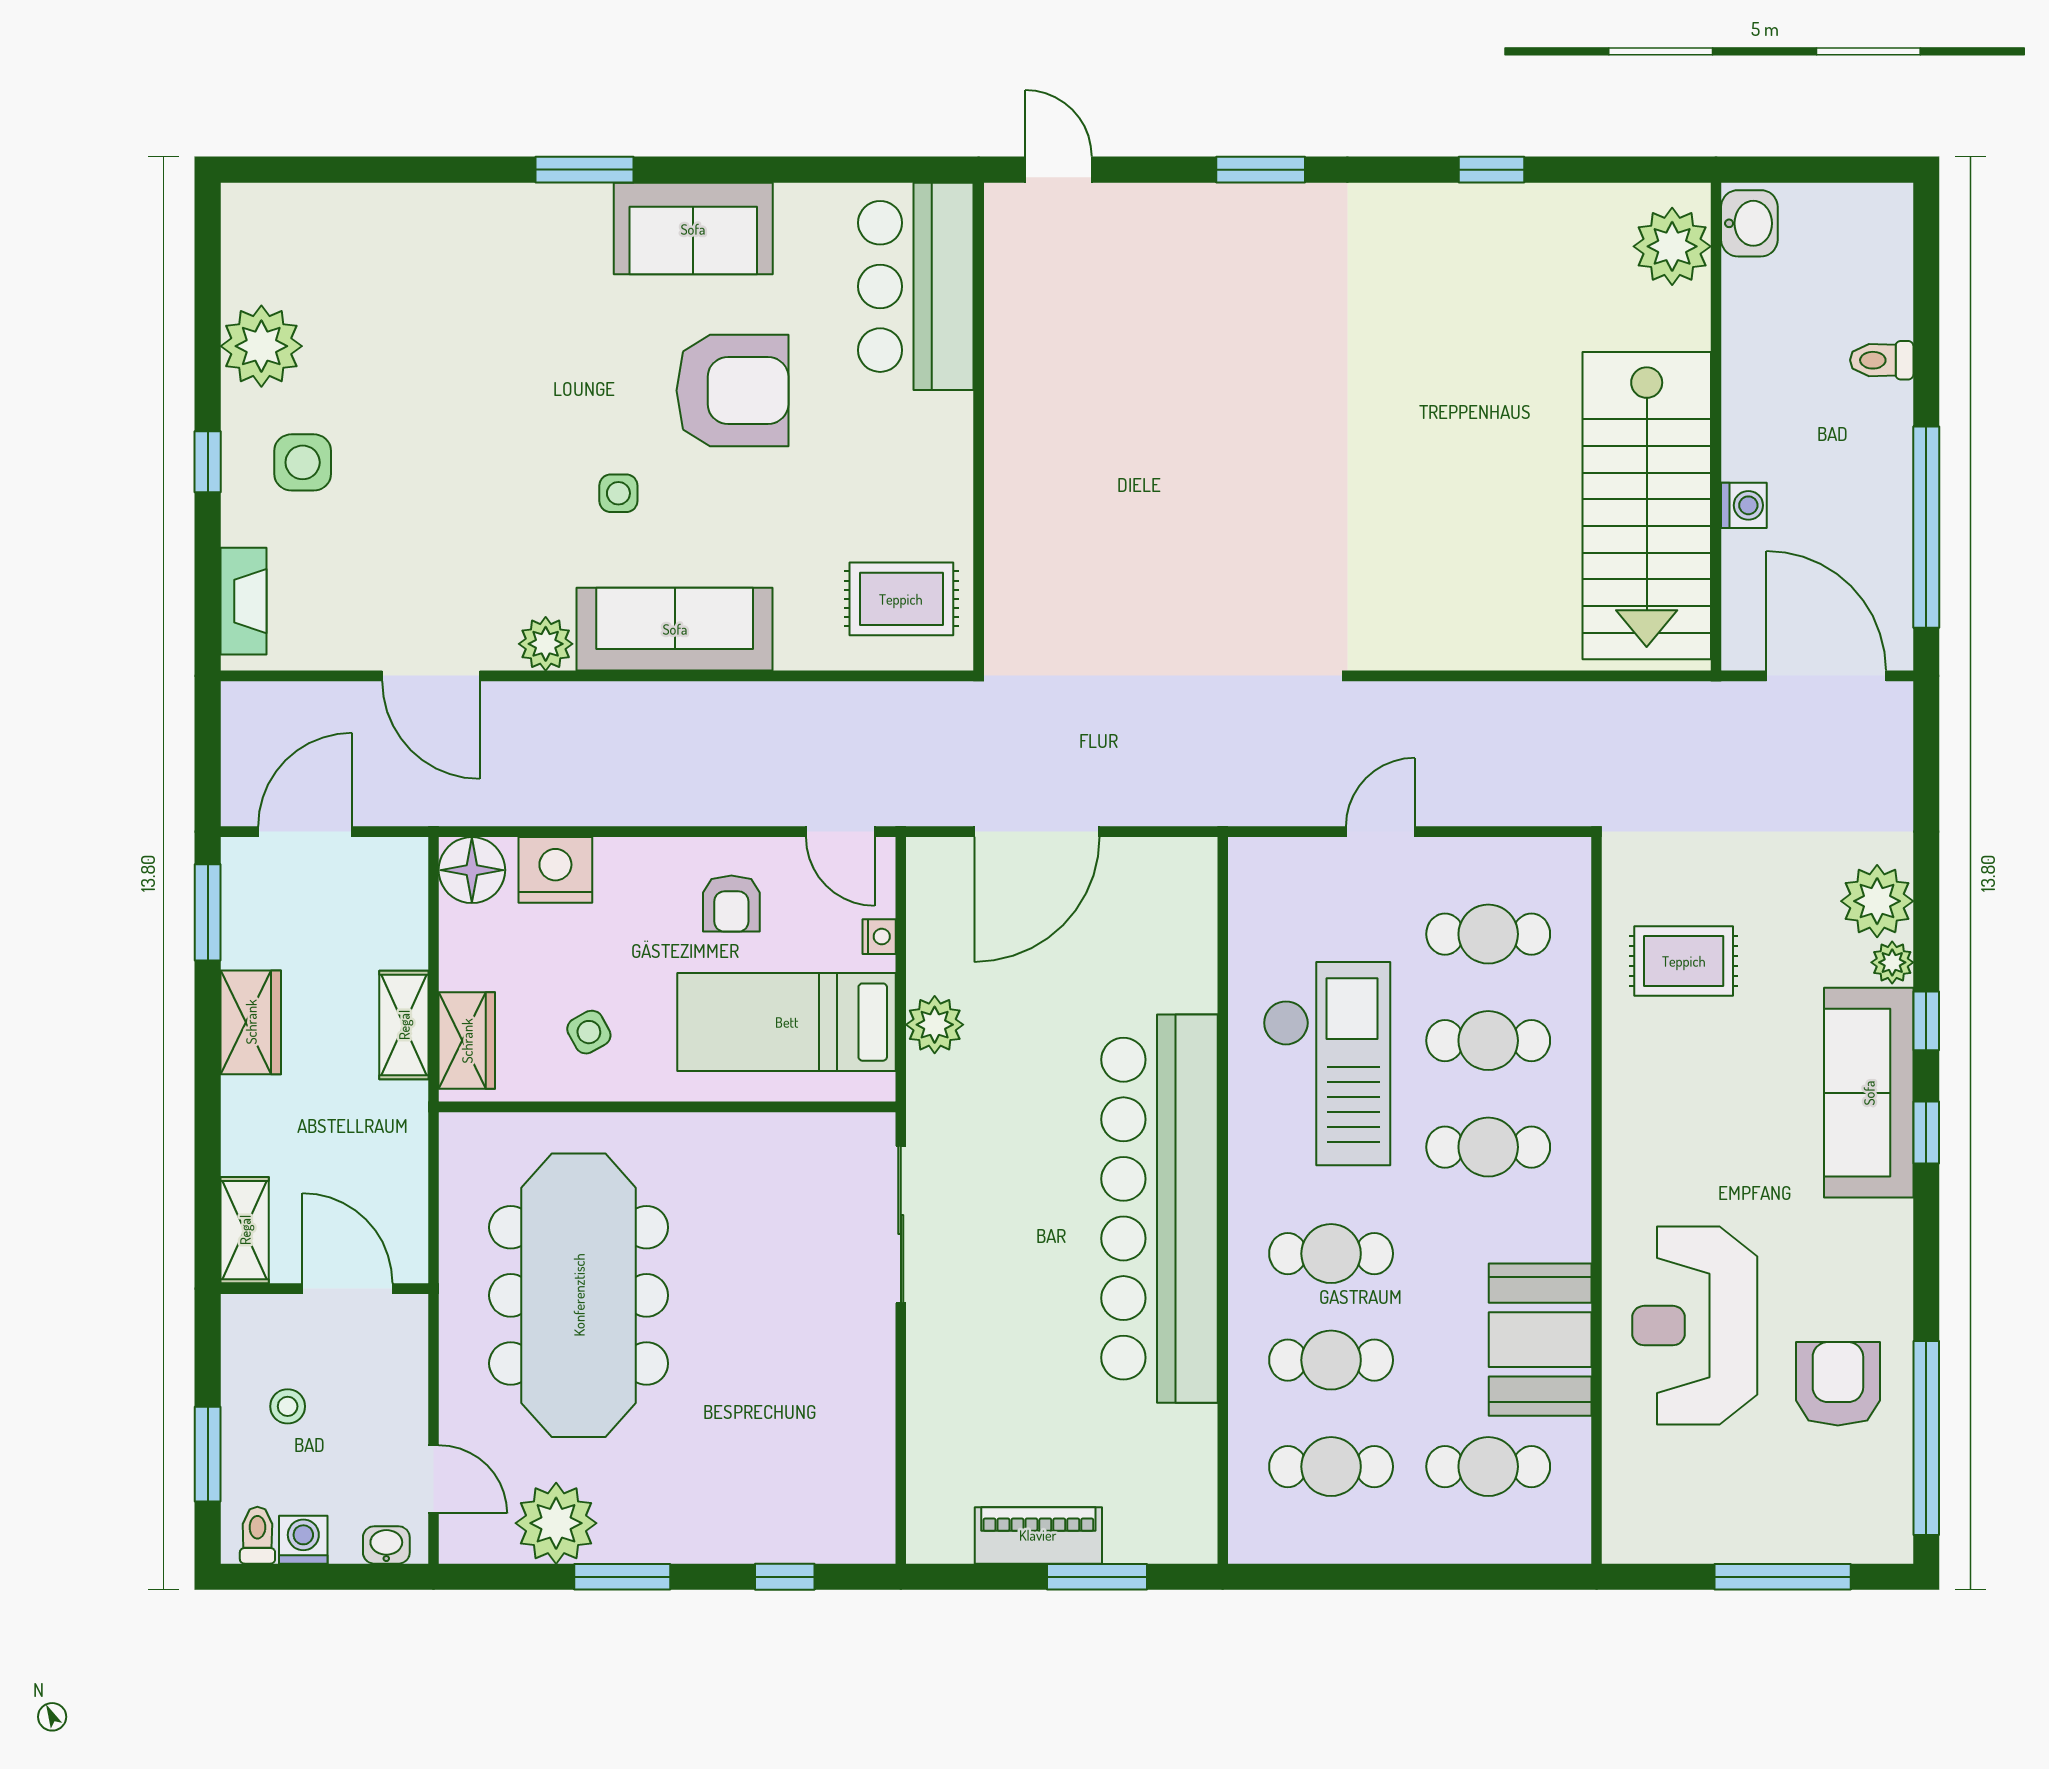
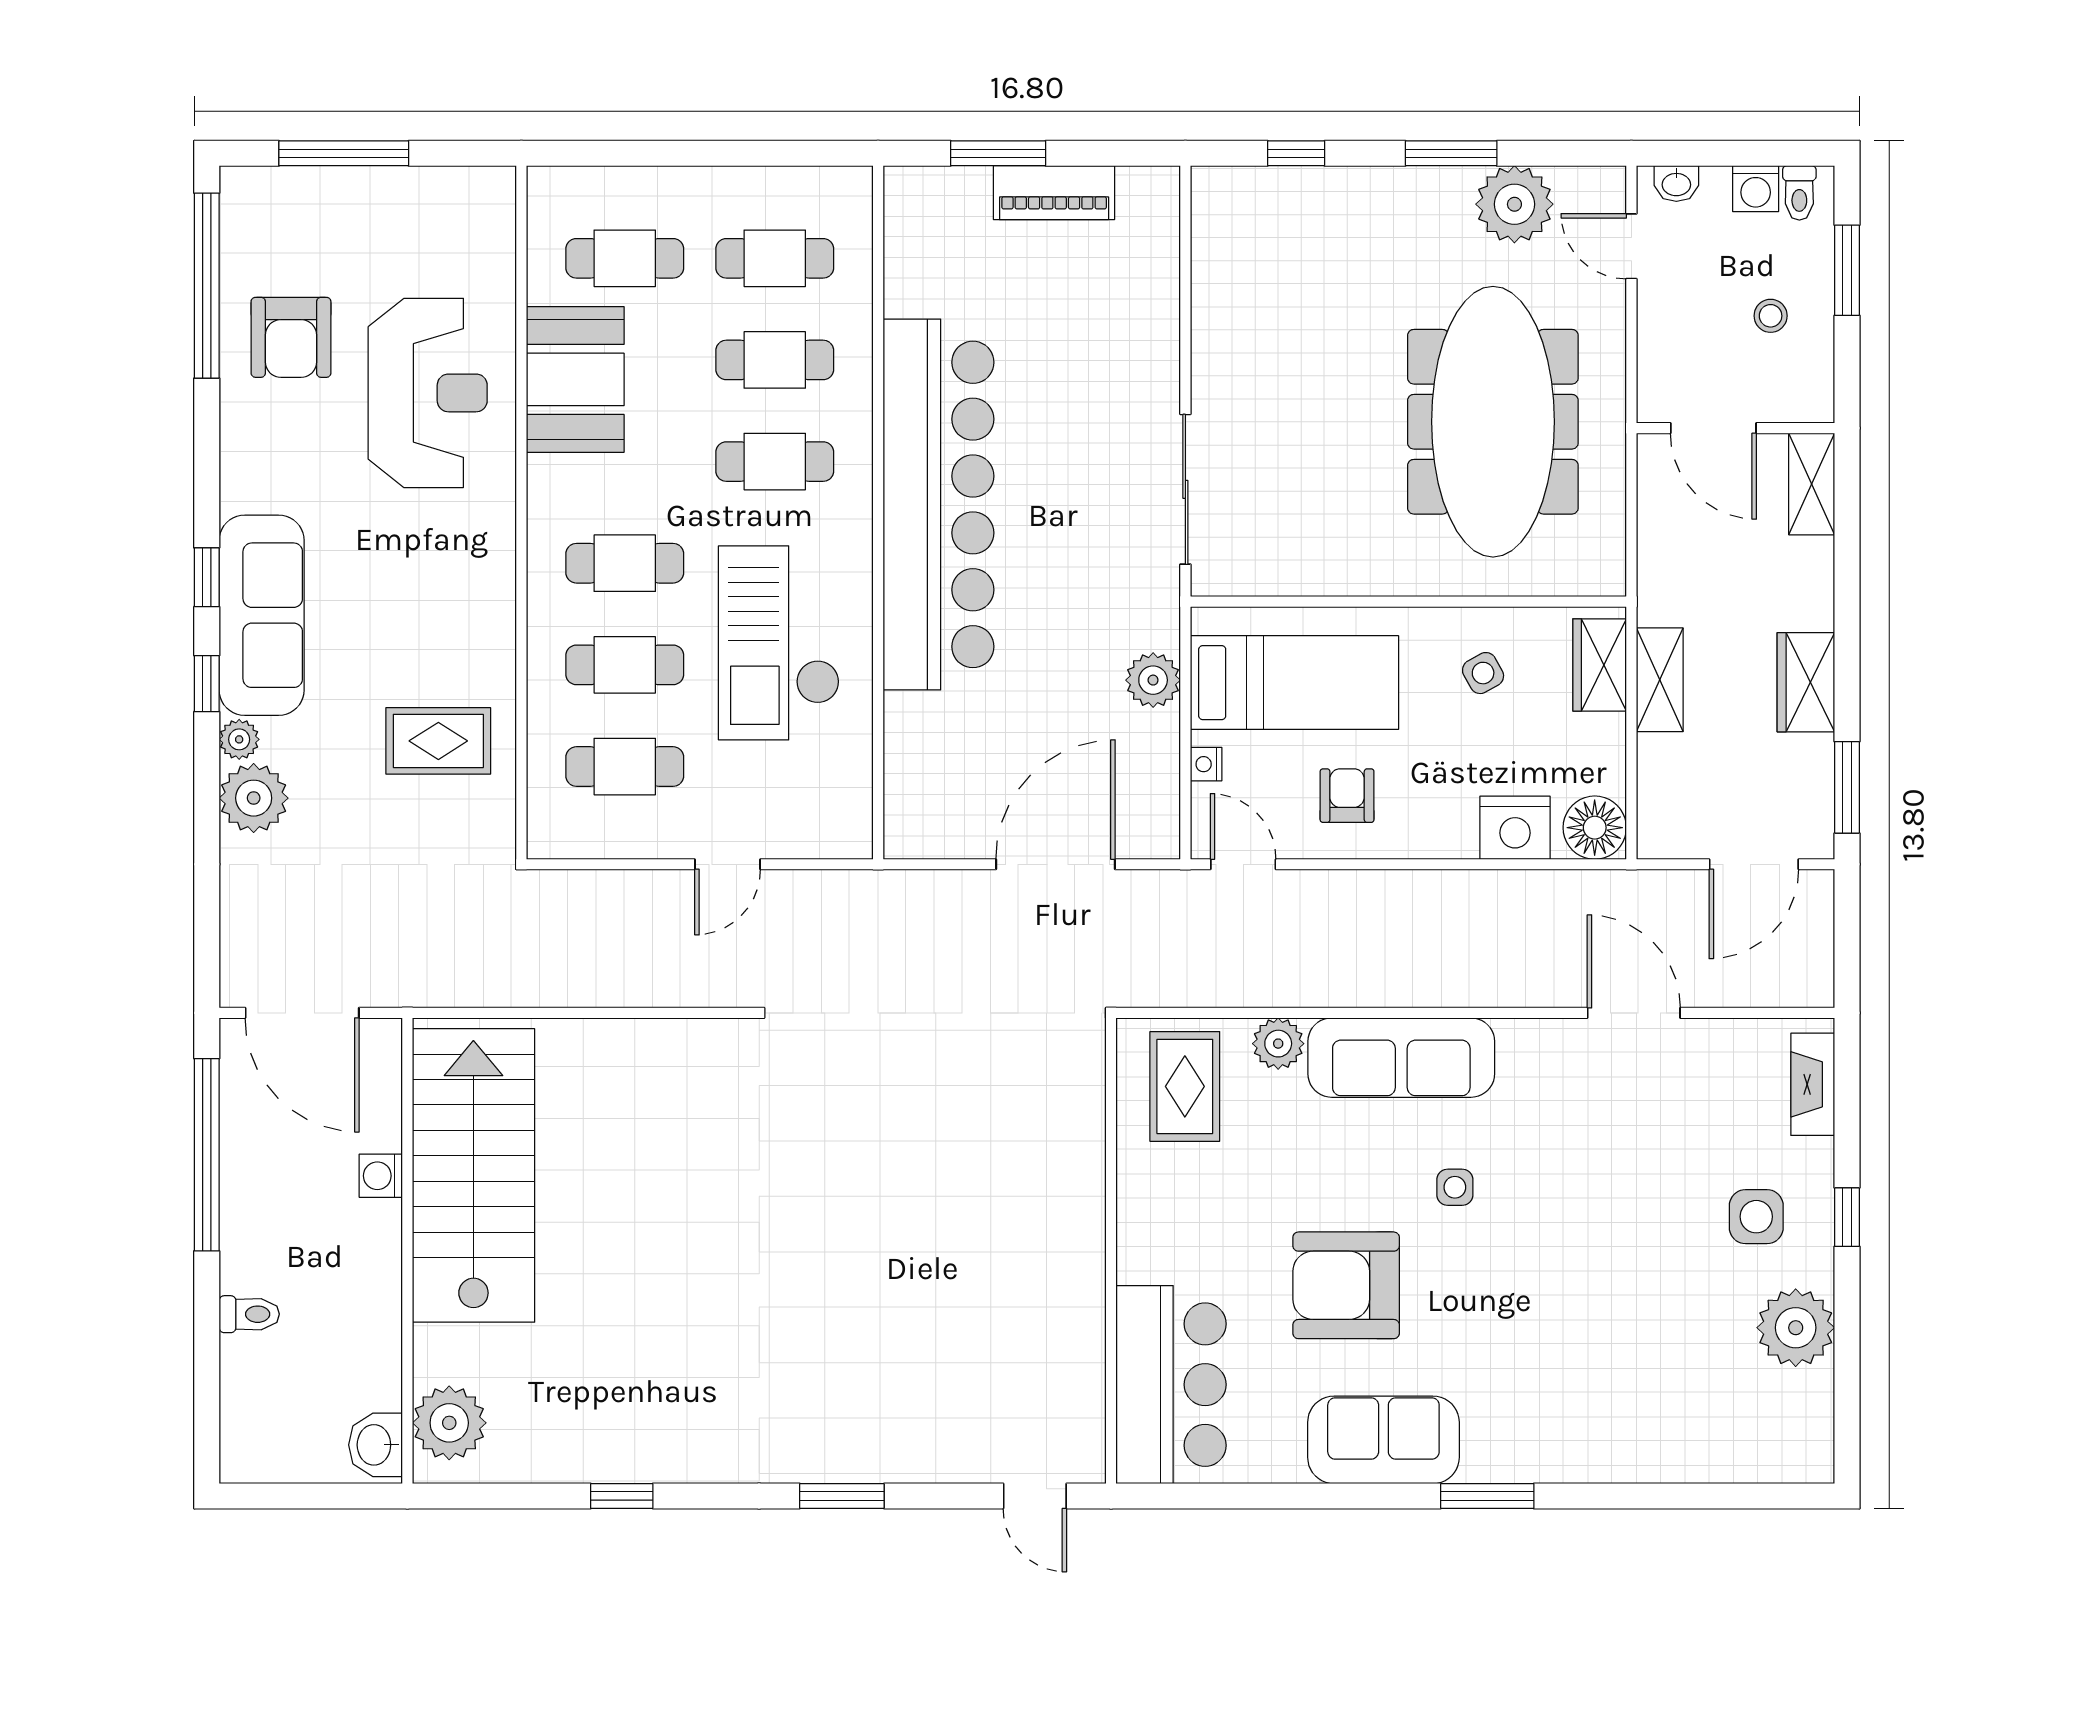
rug: (901, 599) -> (1185, 1086), turned 90
plant: (546, 644) -> (1278, 1044), moved

